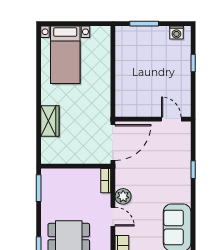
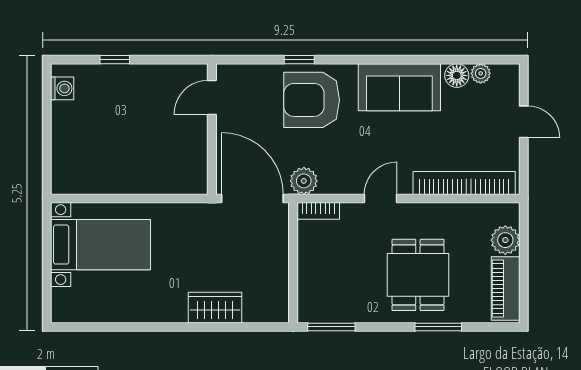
window: (144, 24) -> (47, 145), removed
bed with nightstands: (65, 55) -> (101, 245), moved
armchair: (170, 177) -> (312, 100), added
plant: (123, 196) -> (304, 181), moved

